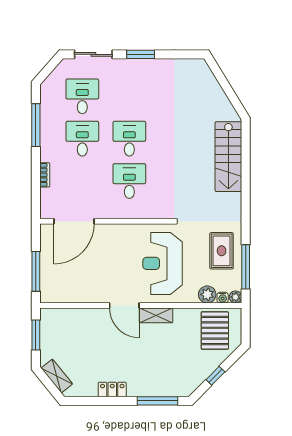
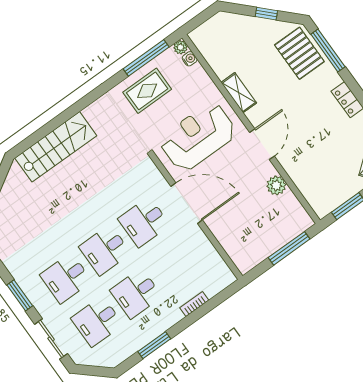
desk: (129, 96) -> (66, 278), added
window: (36, 125) -> (154, 345), width x0.69
door: (74, 221) -> (187, 203), moved
reception desk: (163, 263) -> (198, 137), turned 180
plant: (207, 294) -> (276, 185), moved
shelving: (156, 315) -> (239, 93), moved
pallet: (215, 330) -> (299, 53), moved, turned 90

